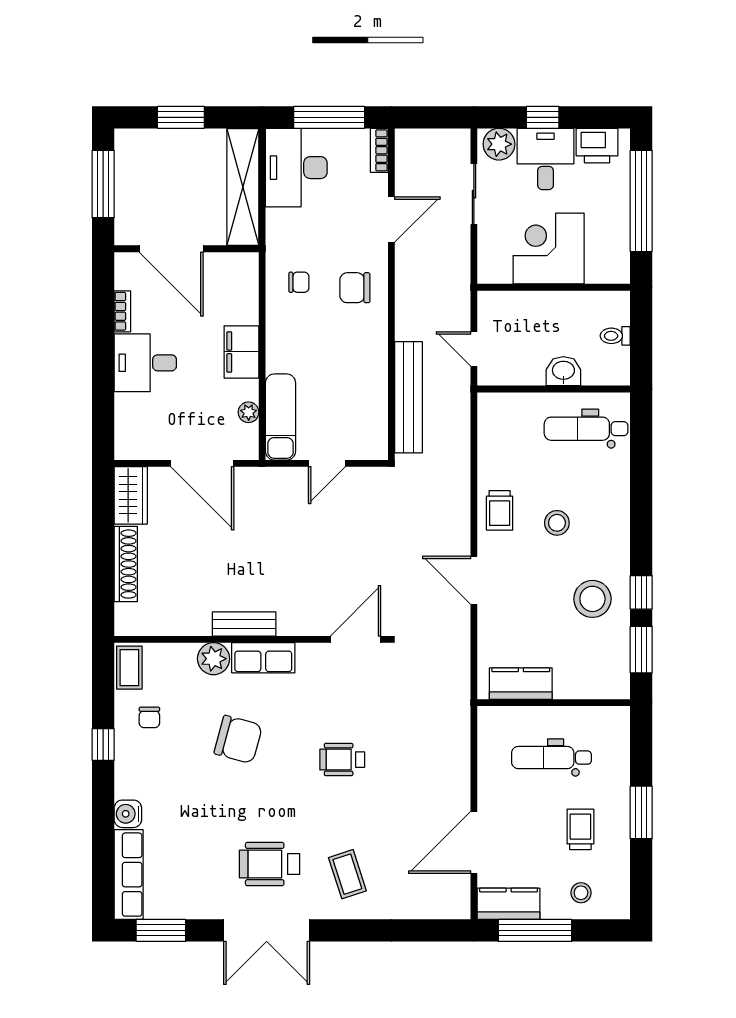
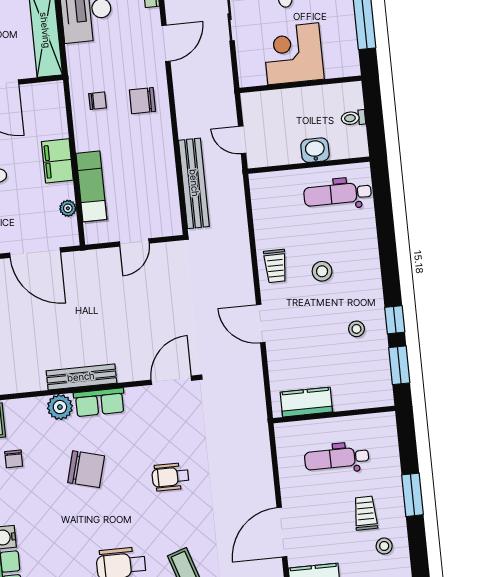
exam couch: (281, 417) -> (91, 186), moved
stool: (592, 599) -> (356, 329), width x0.53, depth x0.53
bench: (244, 624) -> (81, 377), width x1.36
stool: (581, 893) -> (384, 546), moved

